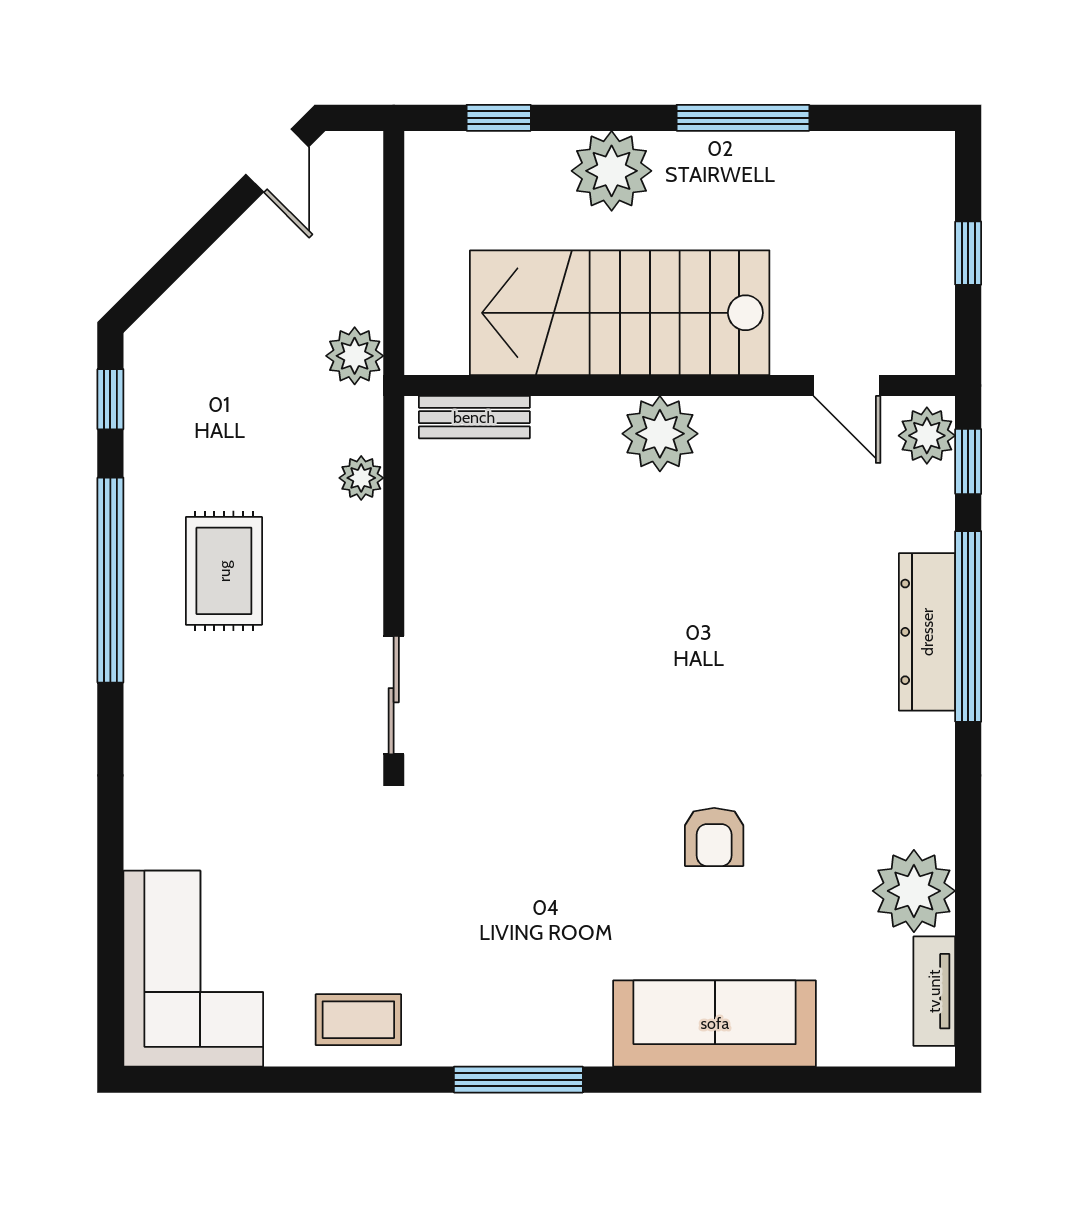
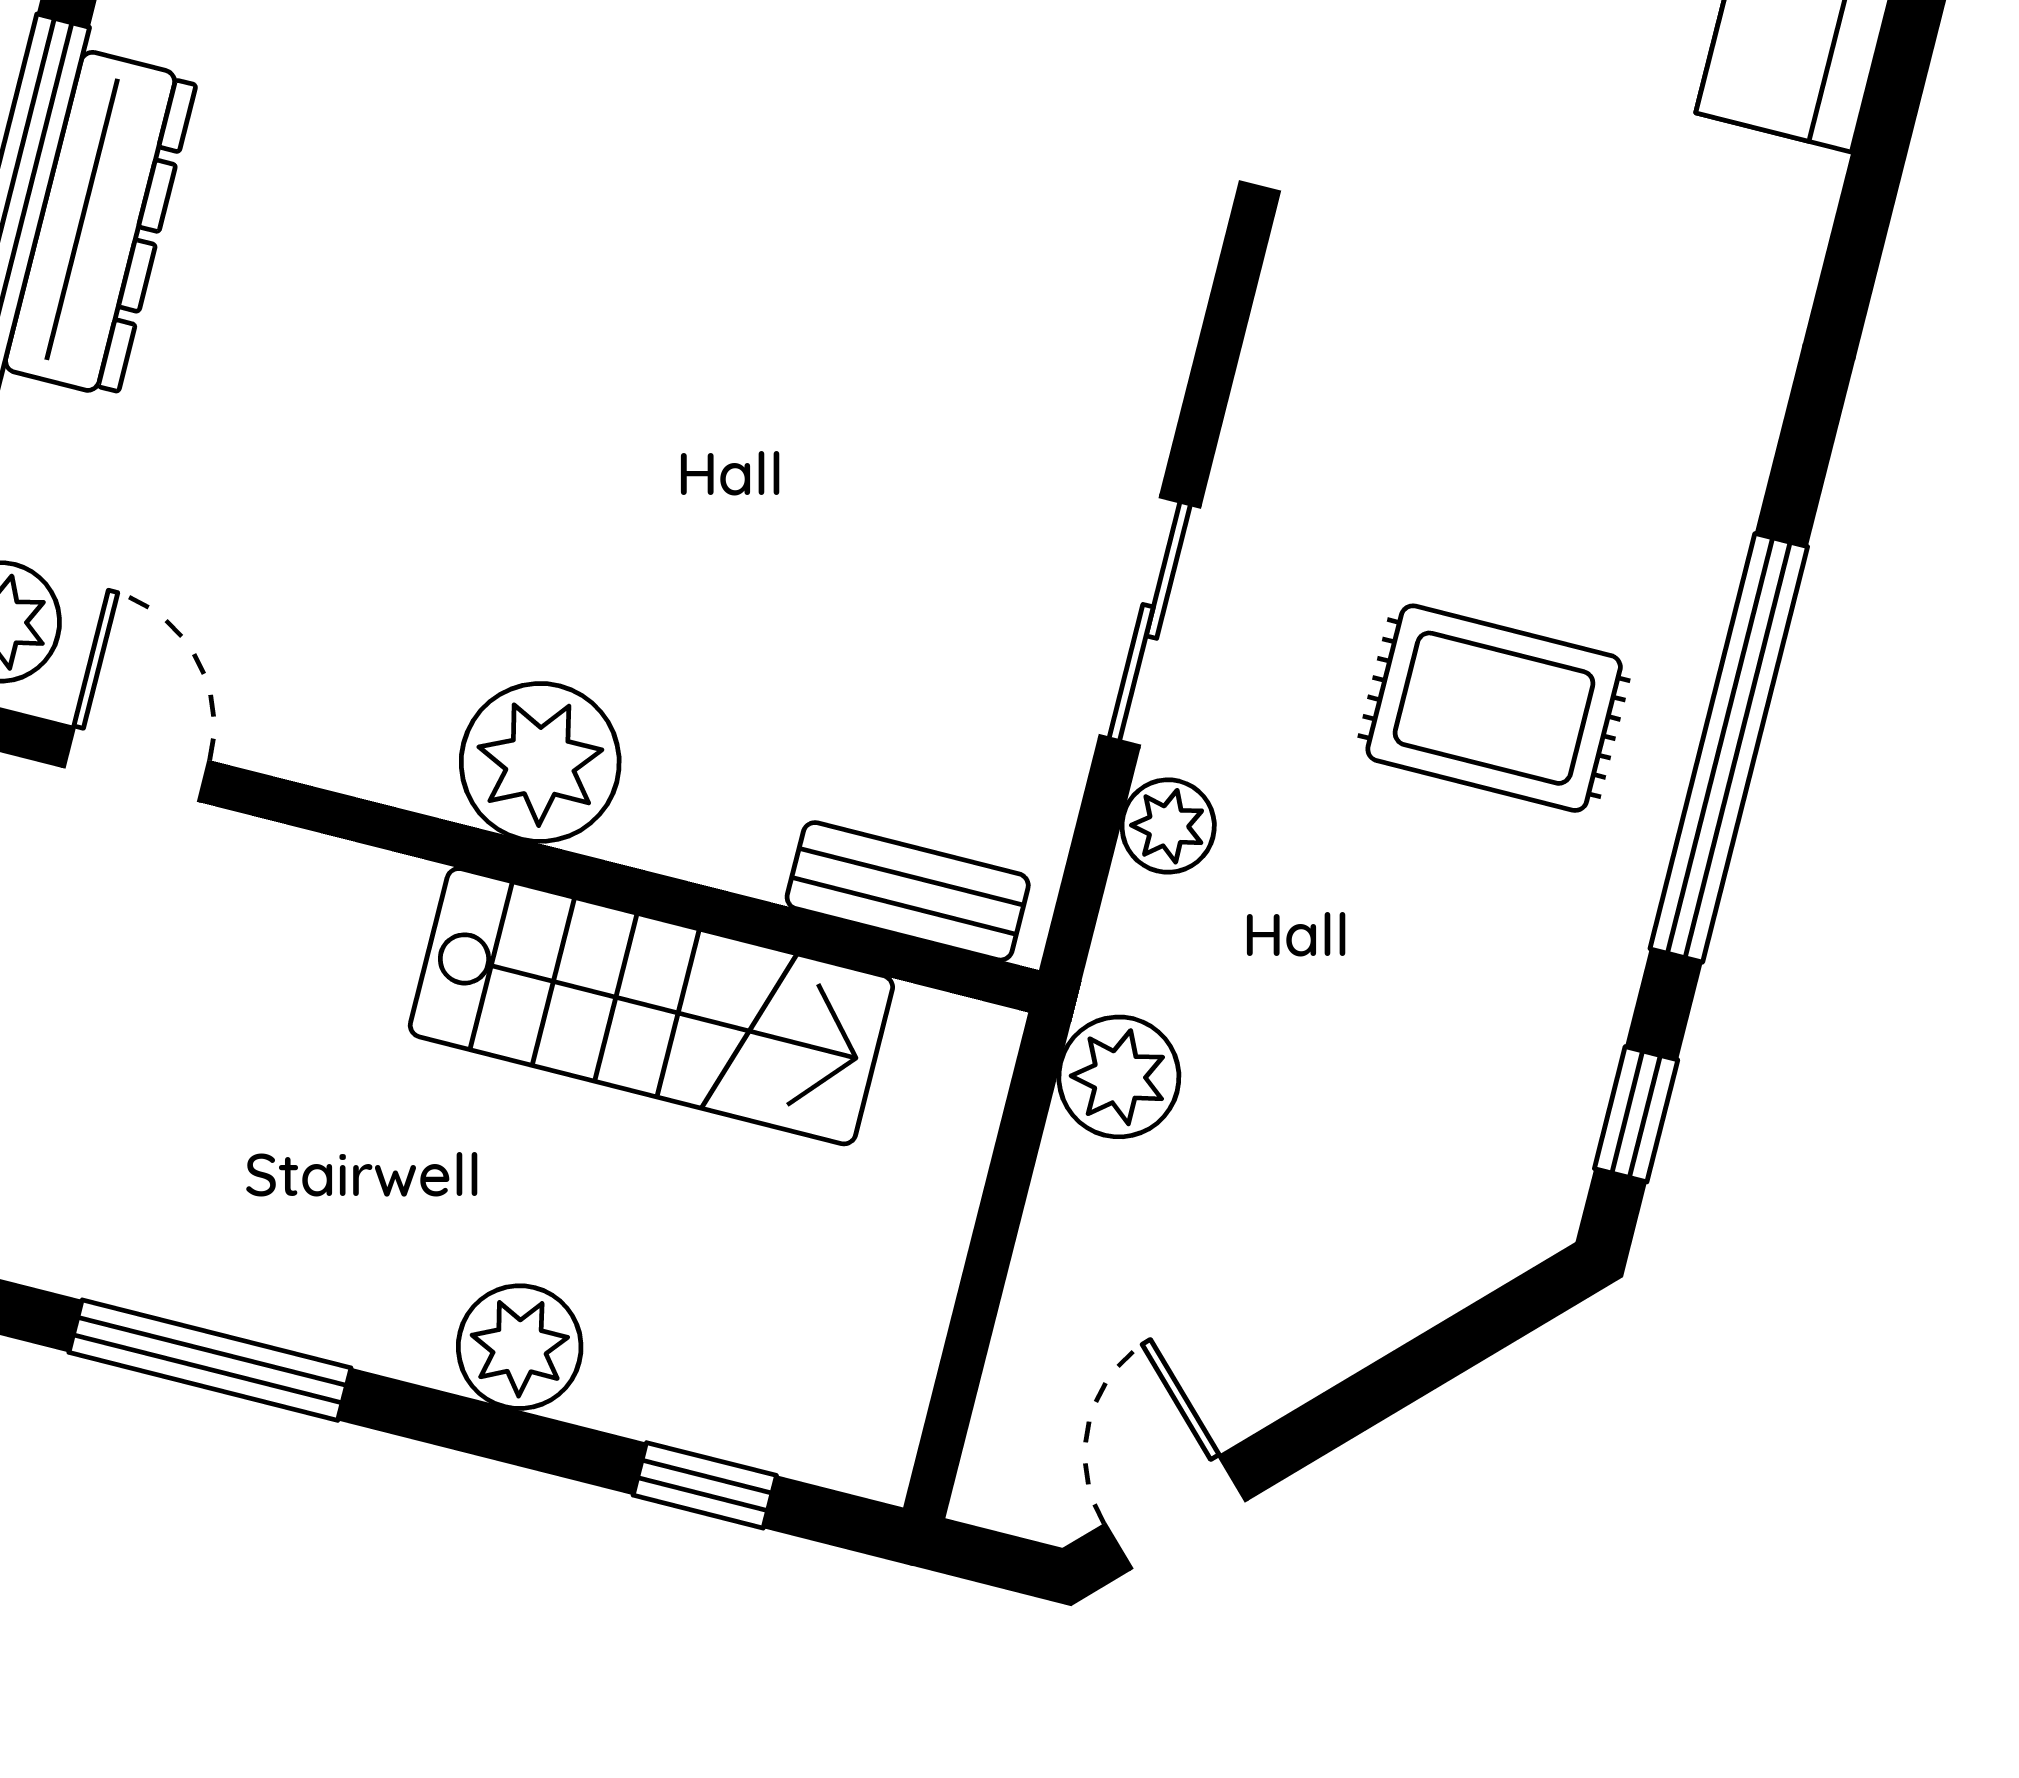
plant: (612, 171) -> (520, 1347), width x0.73, depth x0.73
stairs: (620, 313) -> (651, 1006), width x0.73, depth x0.66
rug: (224, 571) -> (1494, 708), turned 90
sliding door: (394, 695) -> (1150, 621), moved

